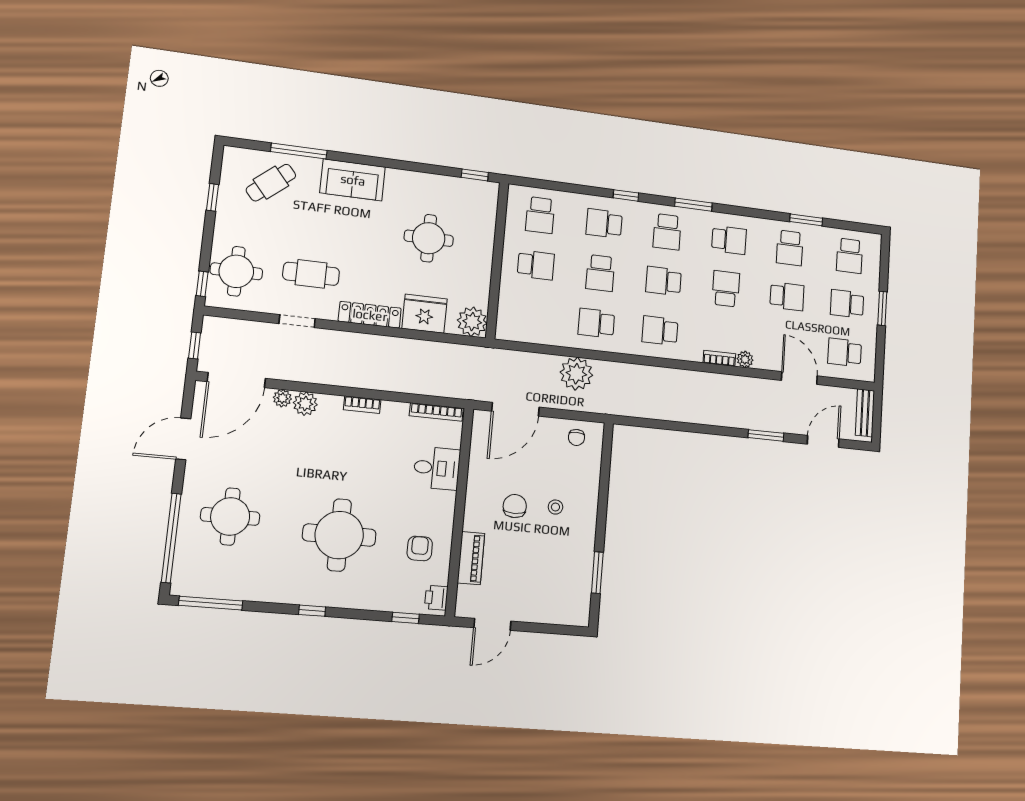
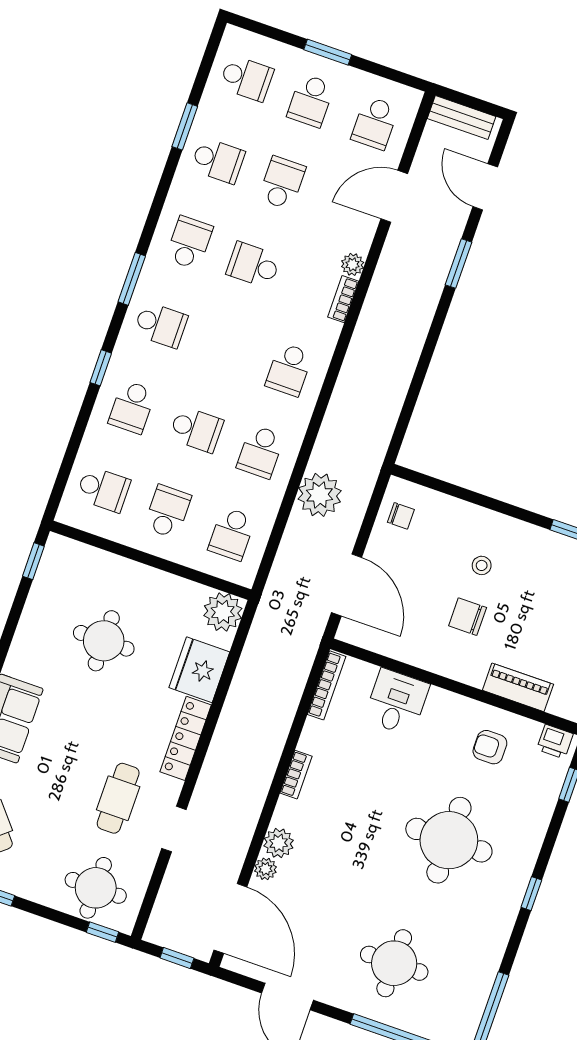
school desk: (664, 281) -> (232, 534), moved

